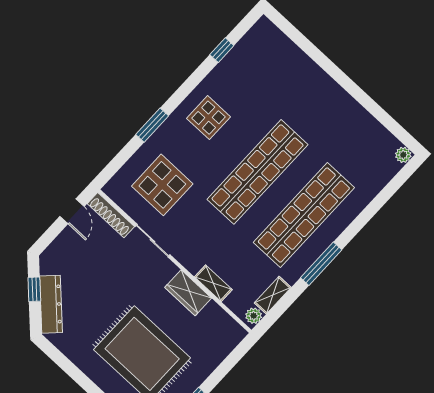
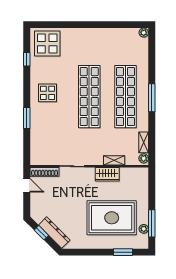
display table: (162, 185) -> (47, 44), moved
window: (321, 264) -> (152, 98), moved

